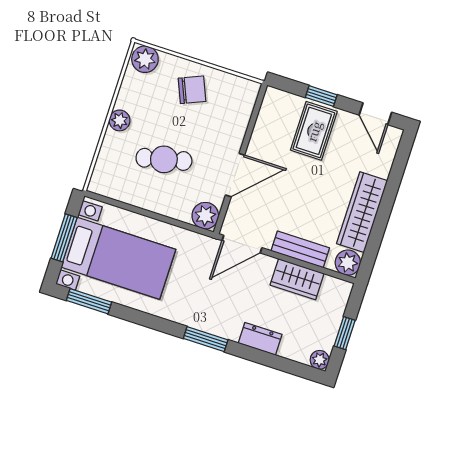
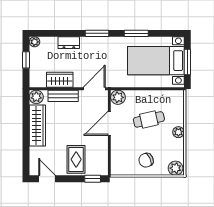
window: (321, 96) -> (93, 179), moved
window: (89, 301) -> (136, 33), moved

